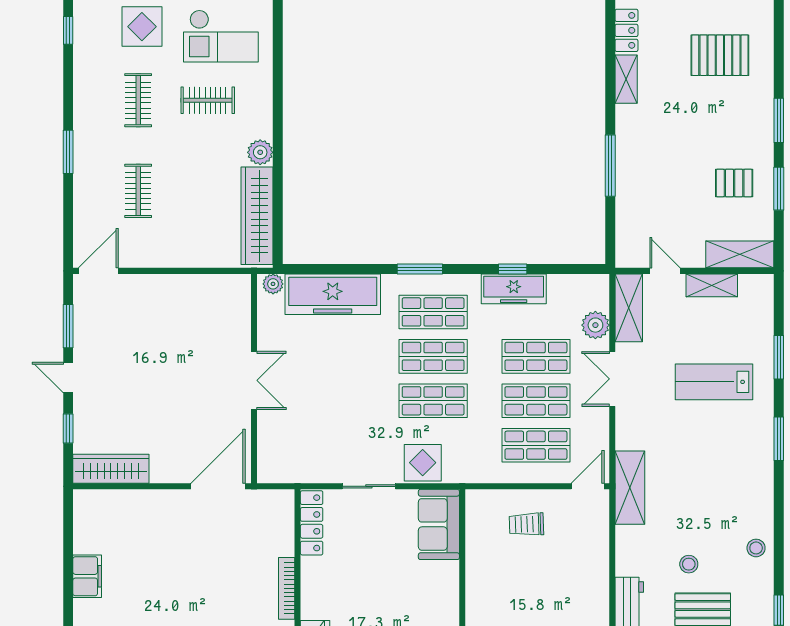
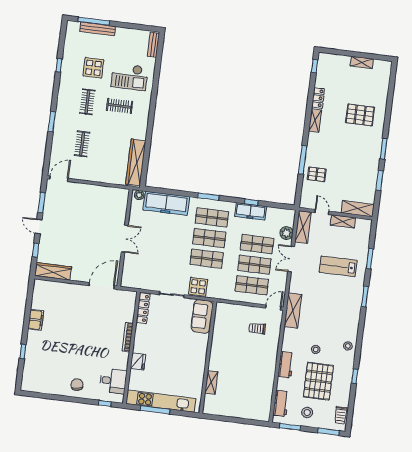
plant: (260, 152) -> (141, 133), removed
pallet: (734, 183) -> (317, 174), moved
trolley: (526, 524) -> (257, 329), moved

